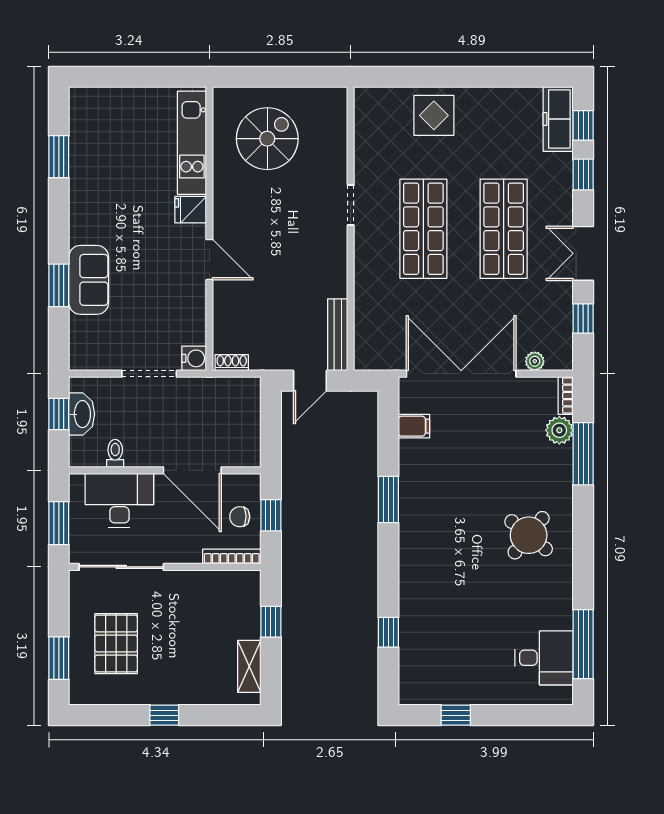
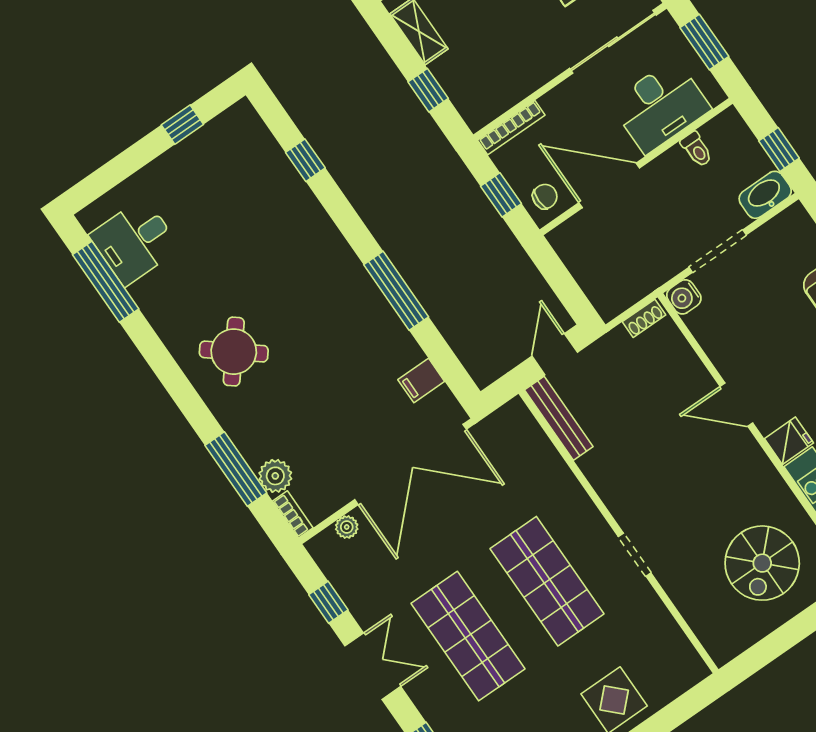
washbasin: (82, 414) -> (765, 195), moved, turned 90
window: (388, 500) -> (396, 291), width x1.44
chair: (240, 517) -> (545, 196), moved

